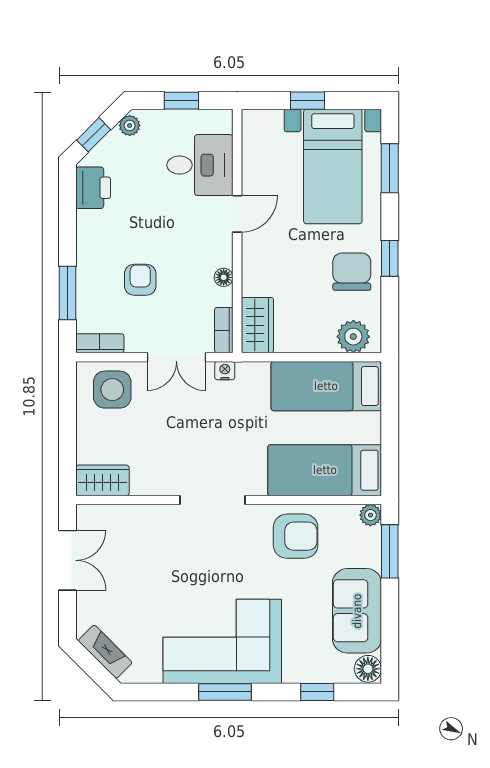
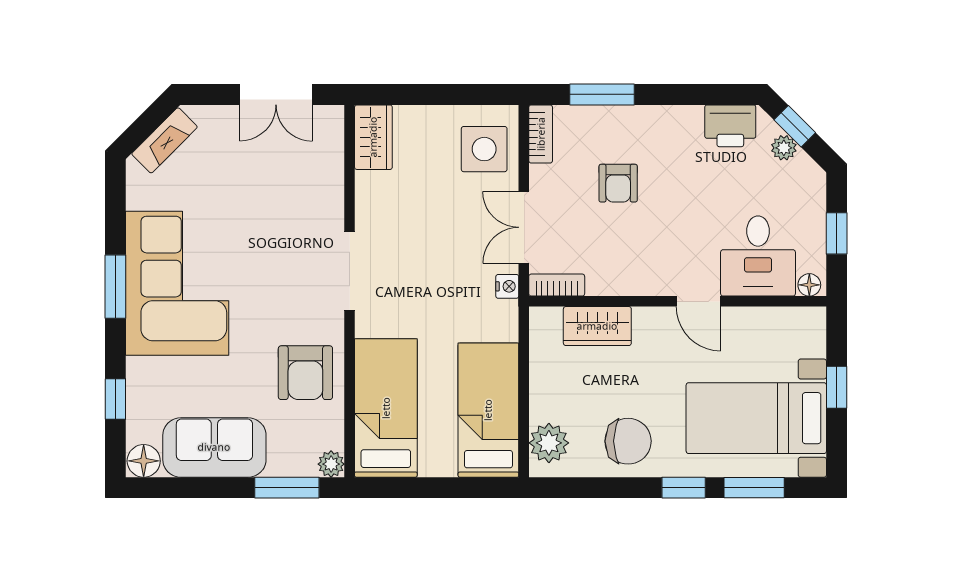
plant: (130, 125) -> (784, 148), moved
window: (390, 258) -> (684, 488), moved
floor lamp: (224, 277) -> (809, 285), moved
armchair: (140, 280) -> (618, 183), turned 90
wardrobe: (257, 325) -> (597, 326), moved

